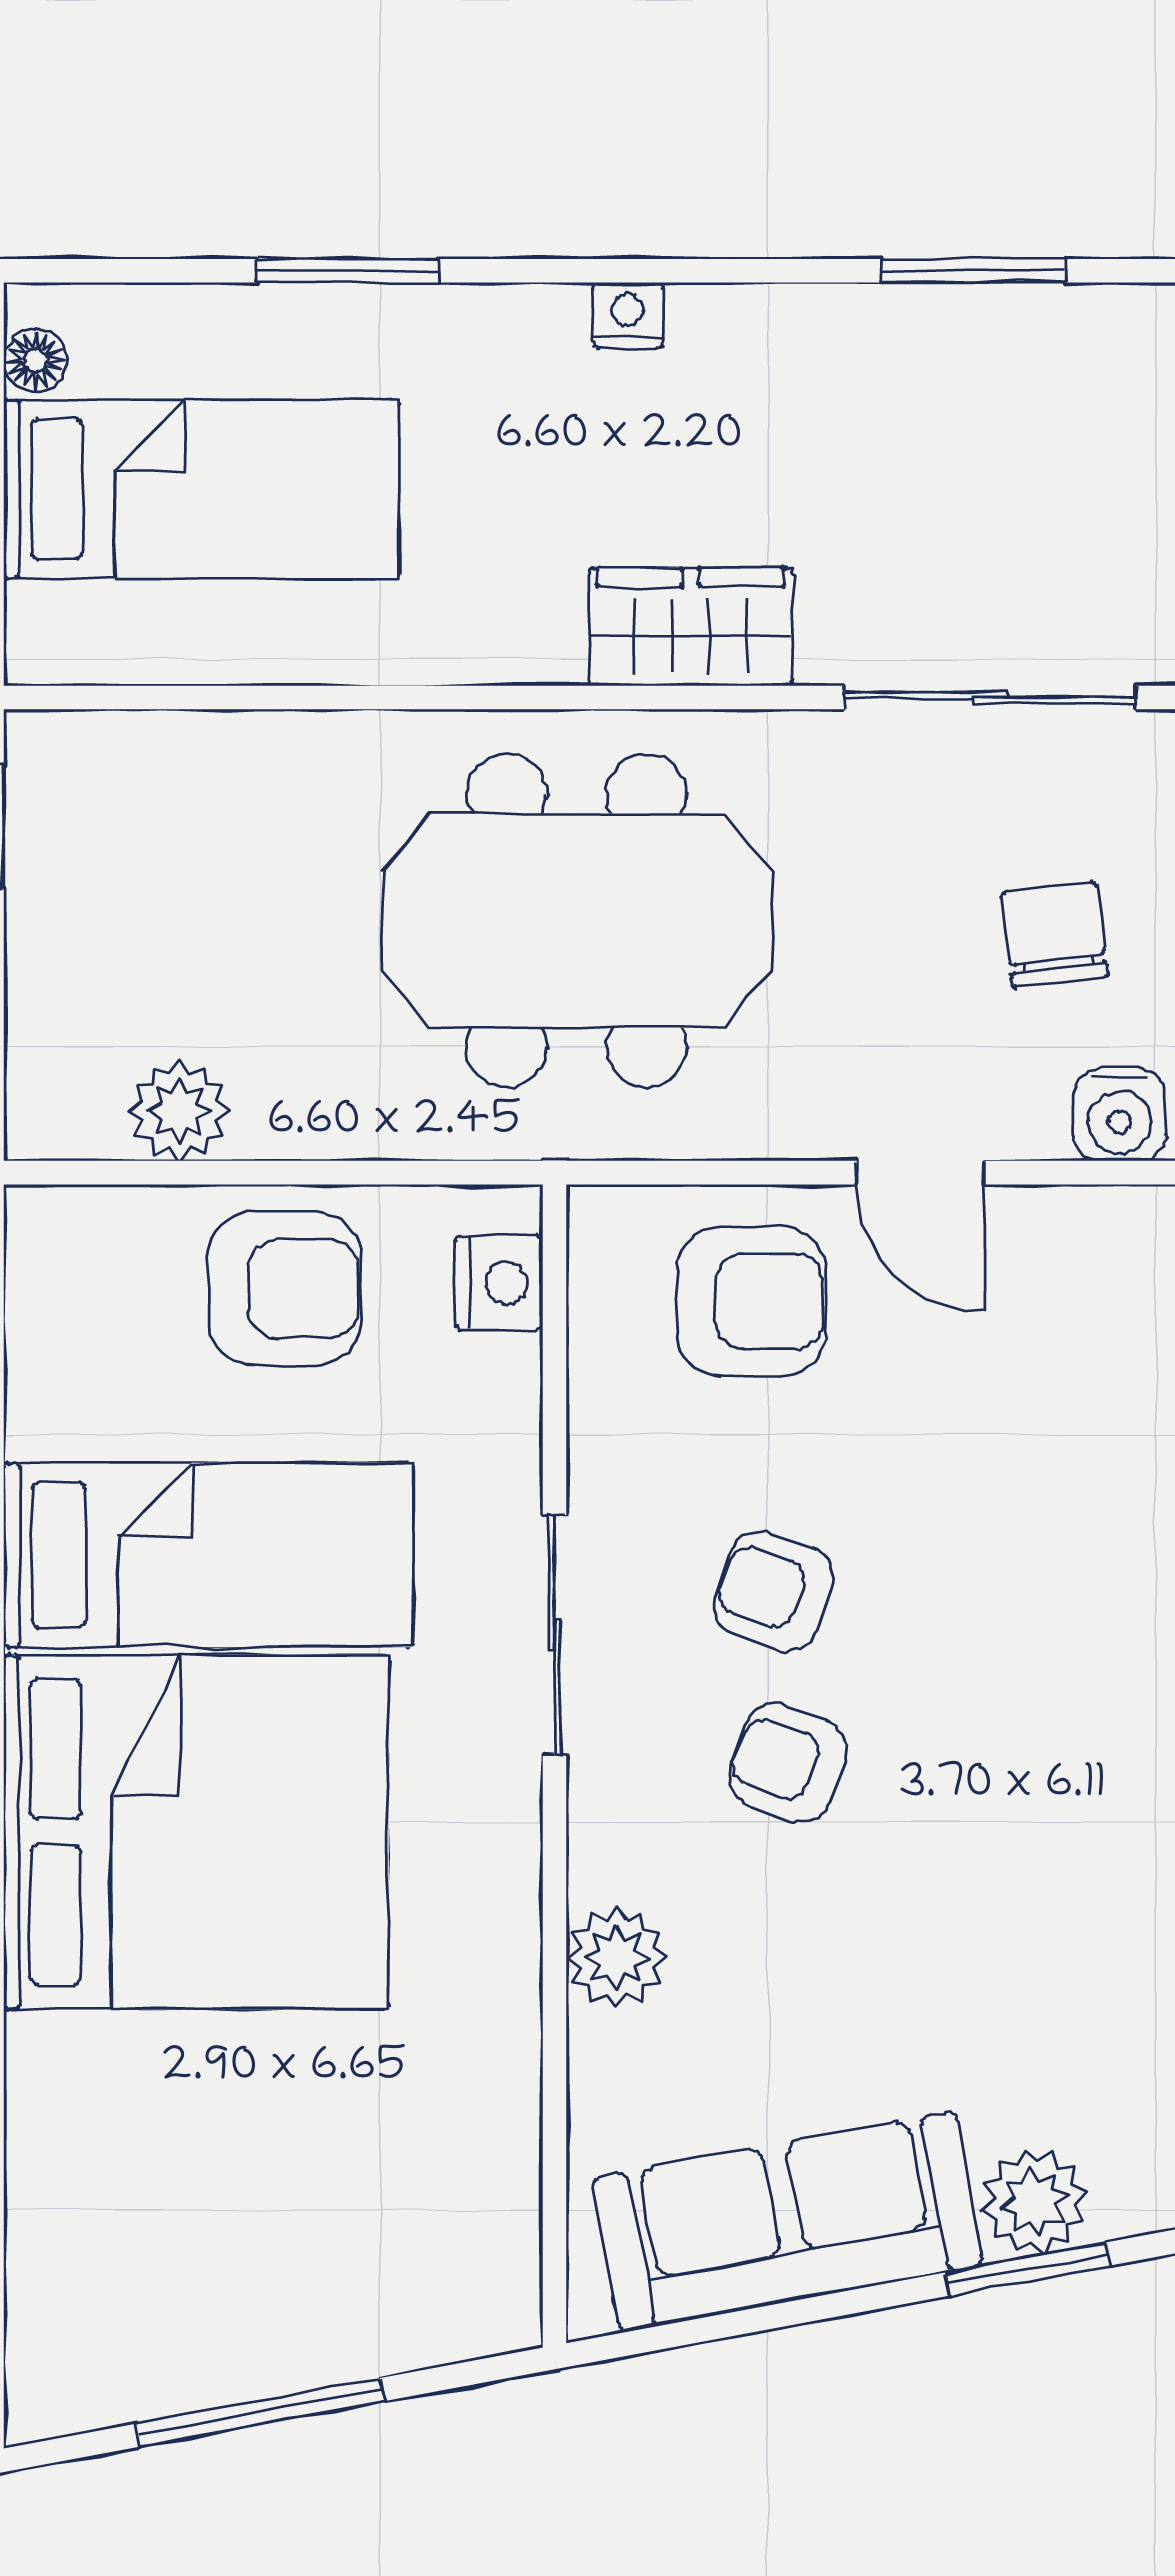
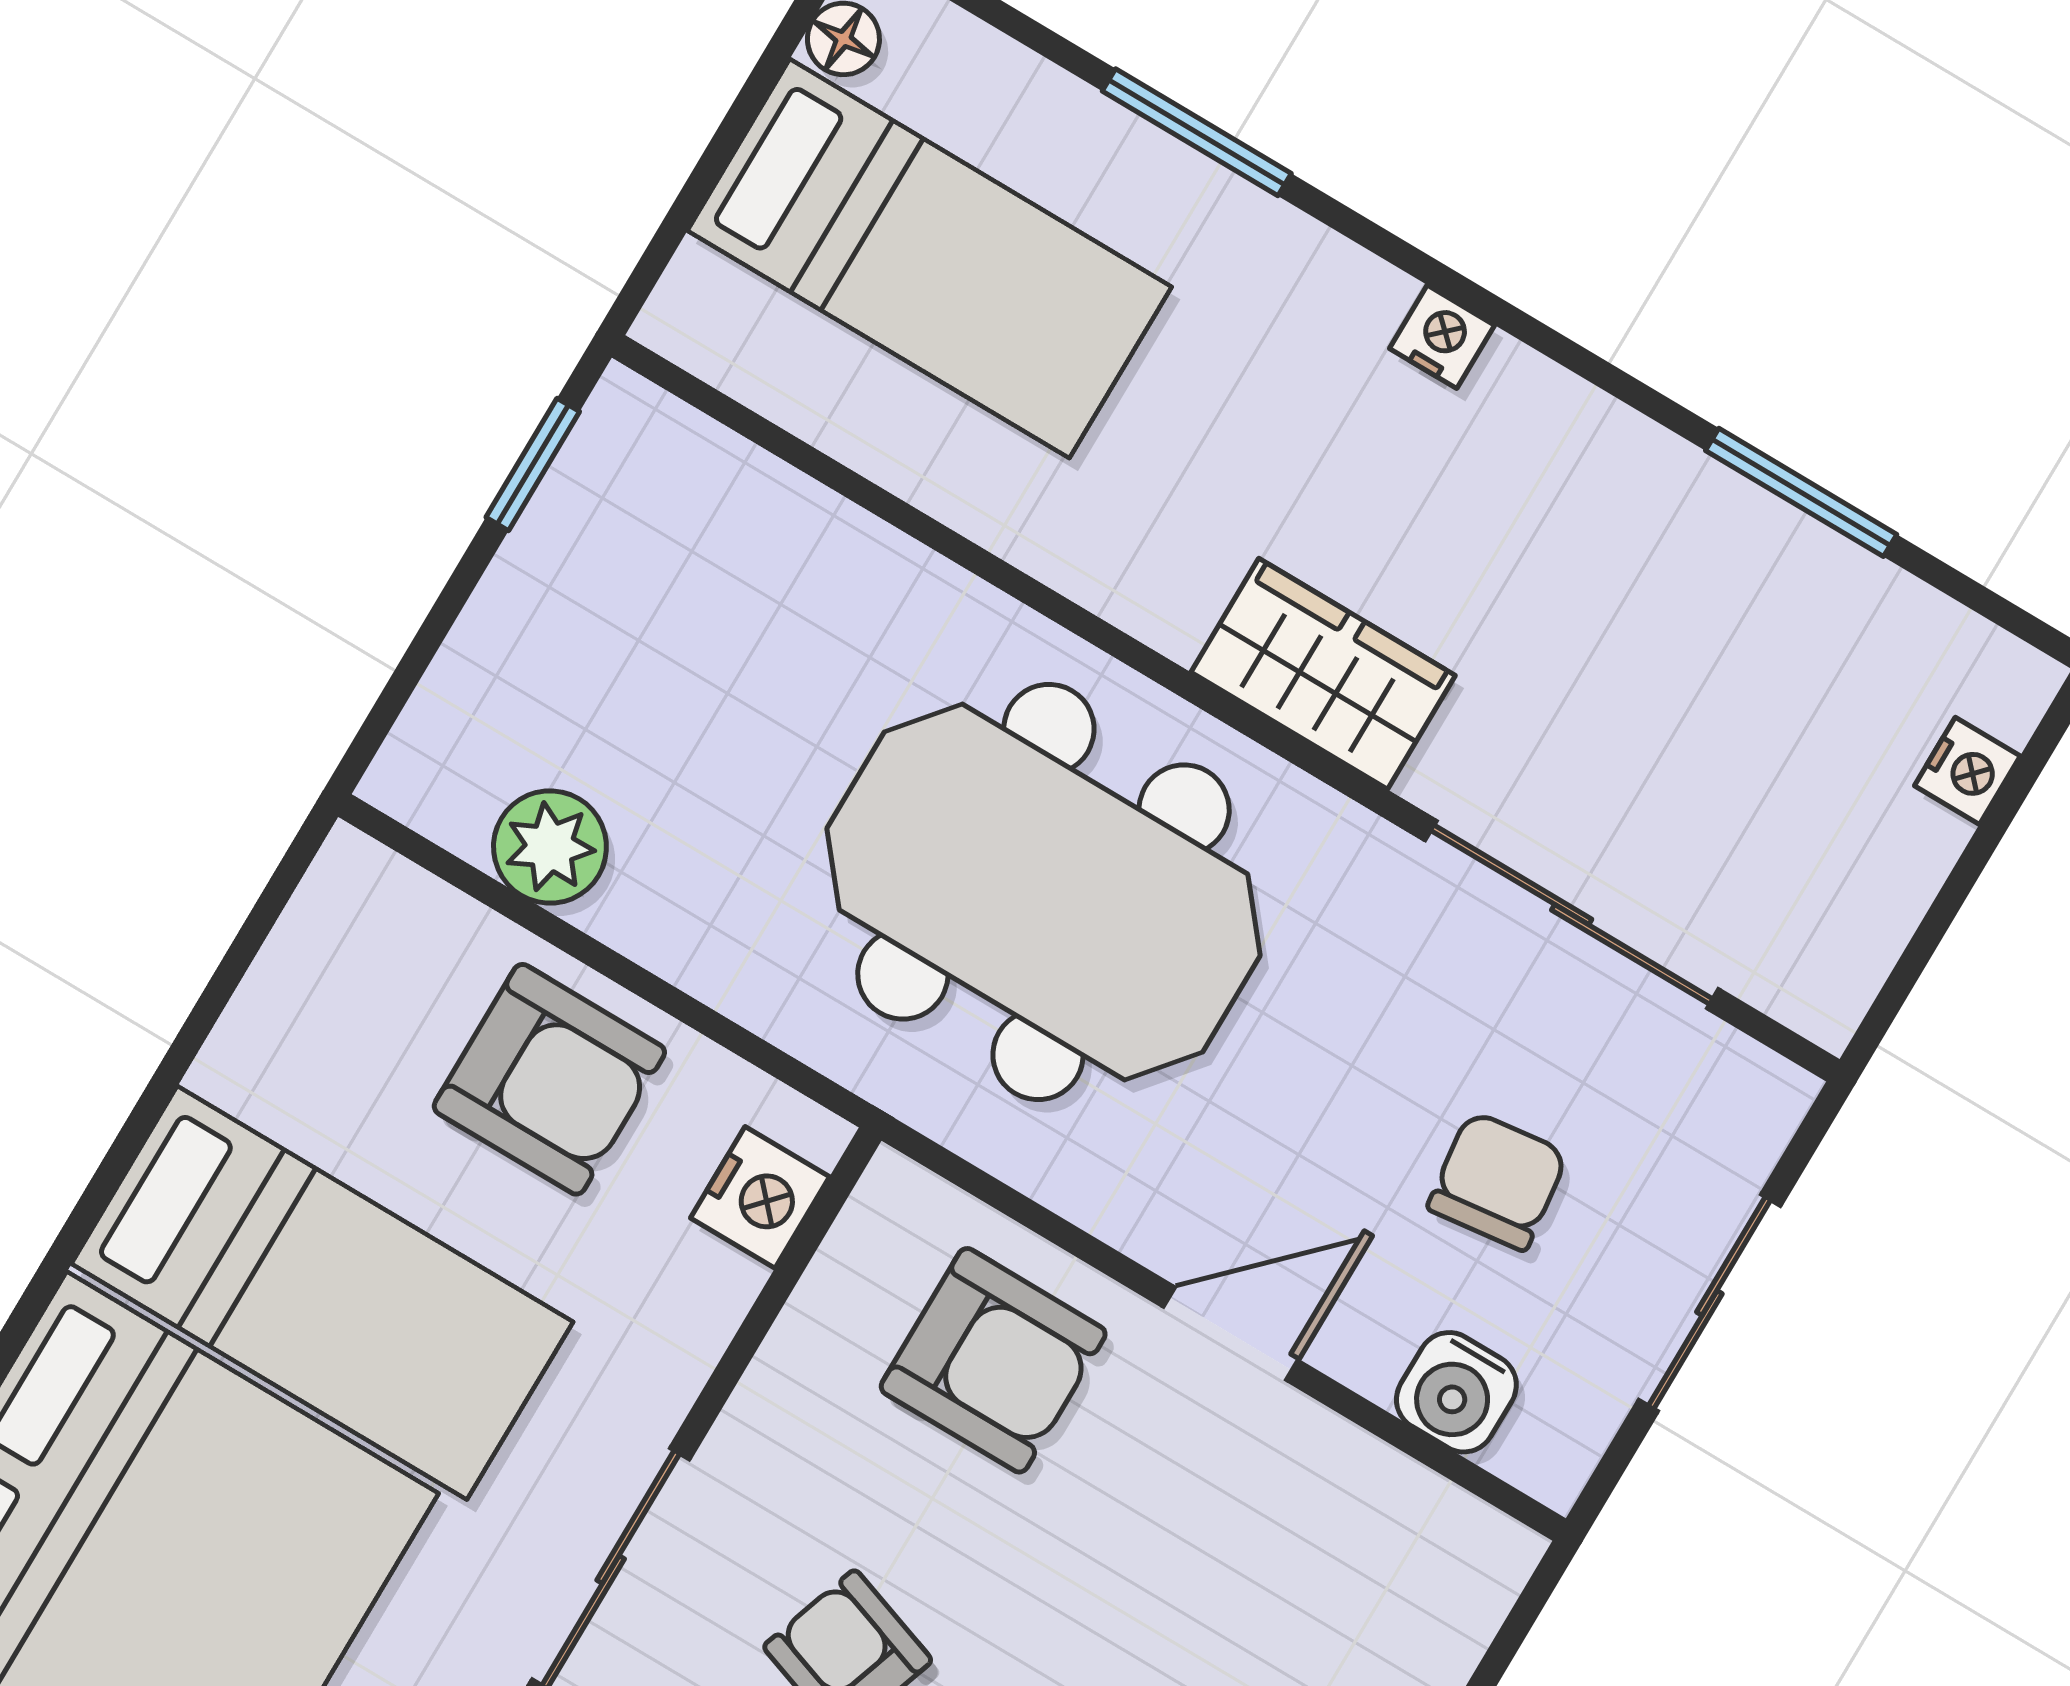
door: (920, 1173) -> (1231, 1334), swing flipped

